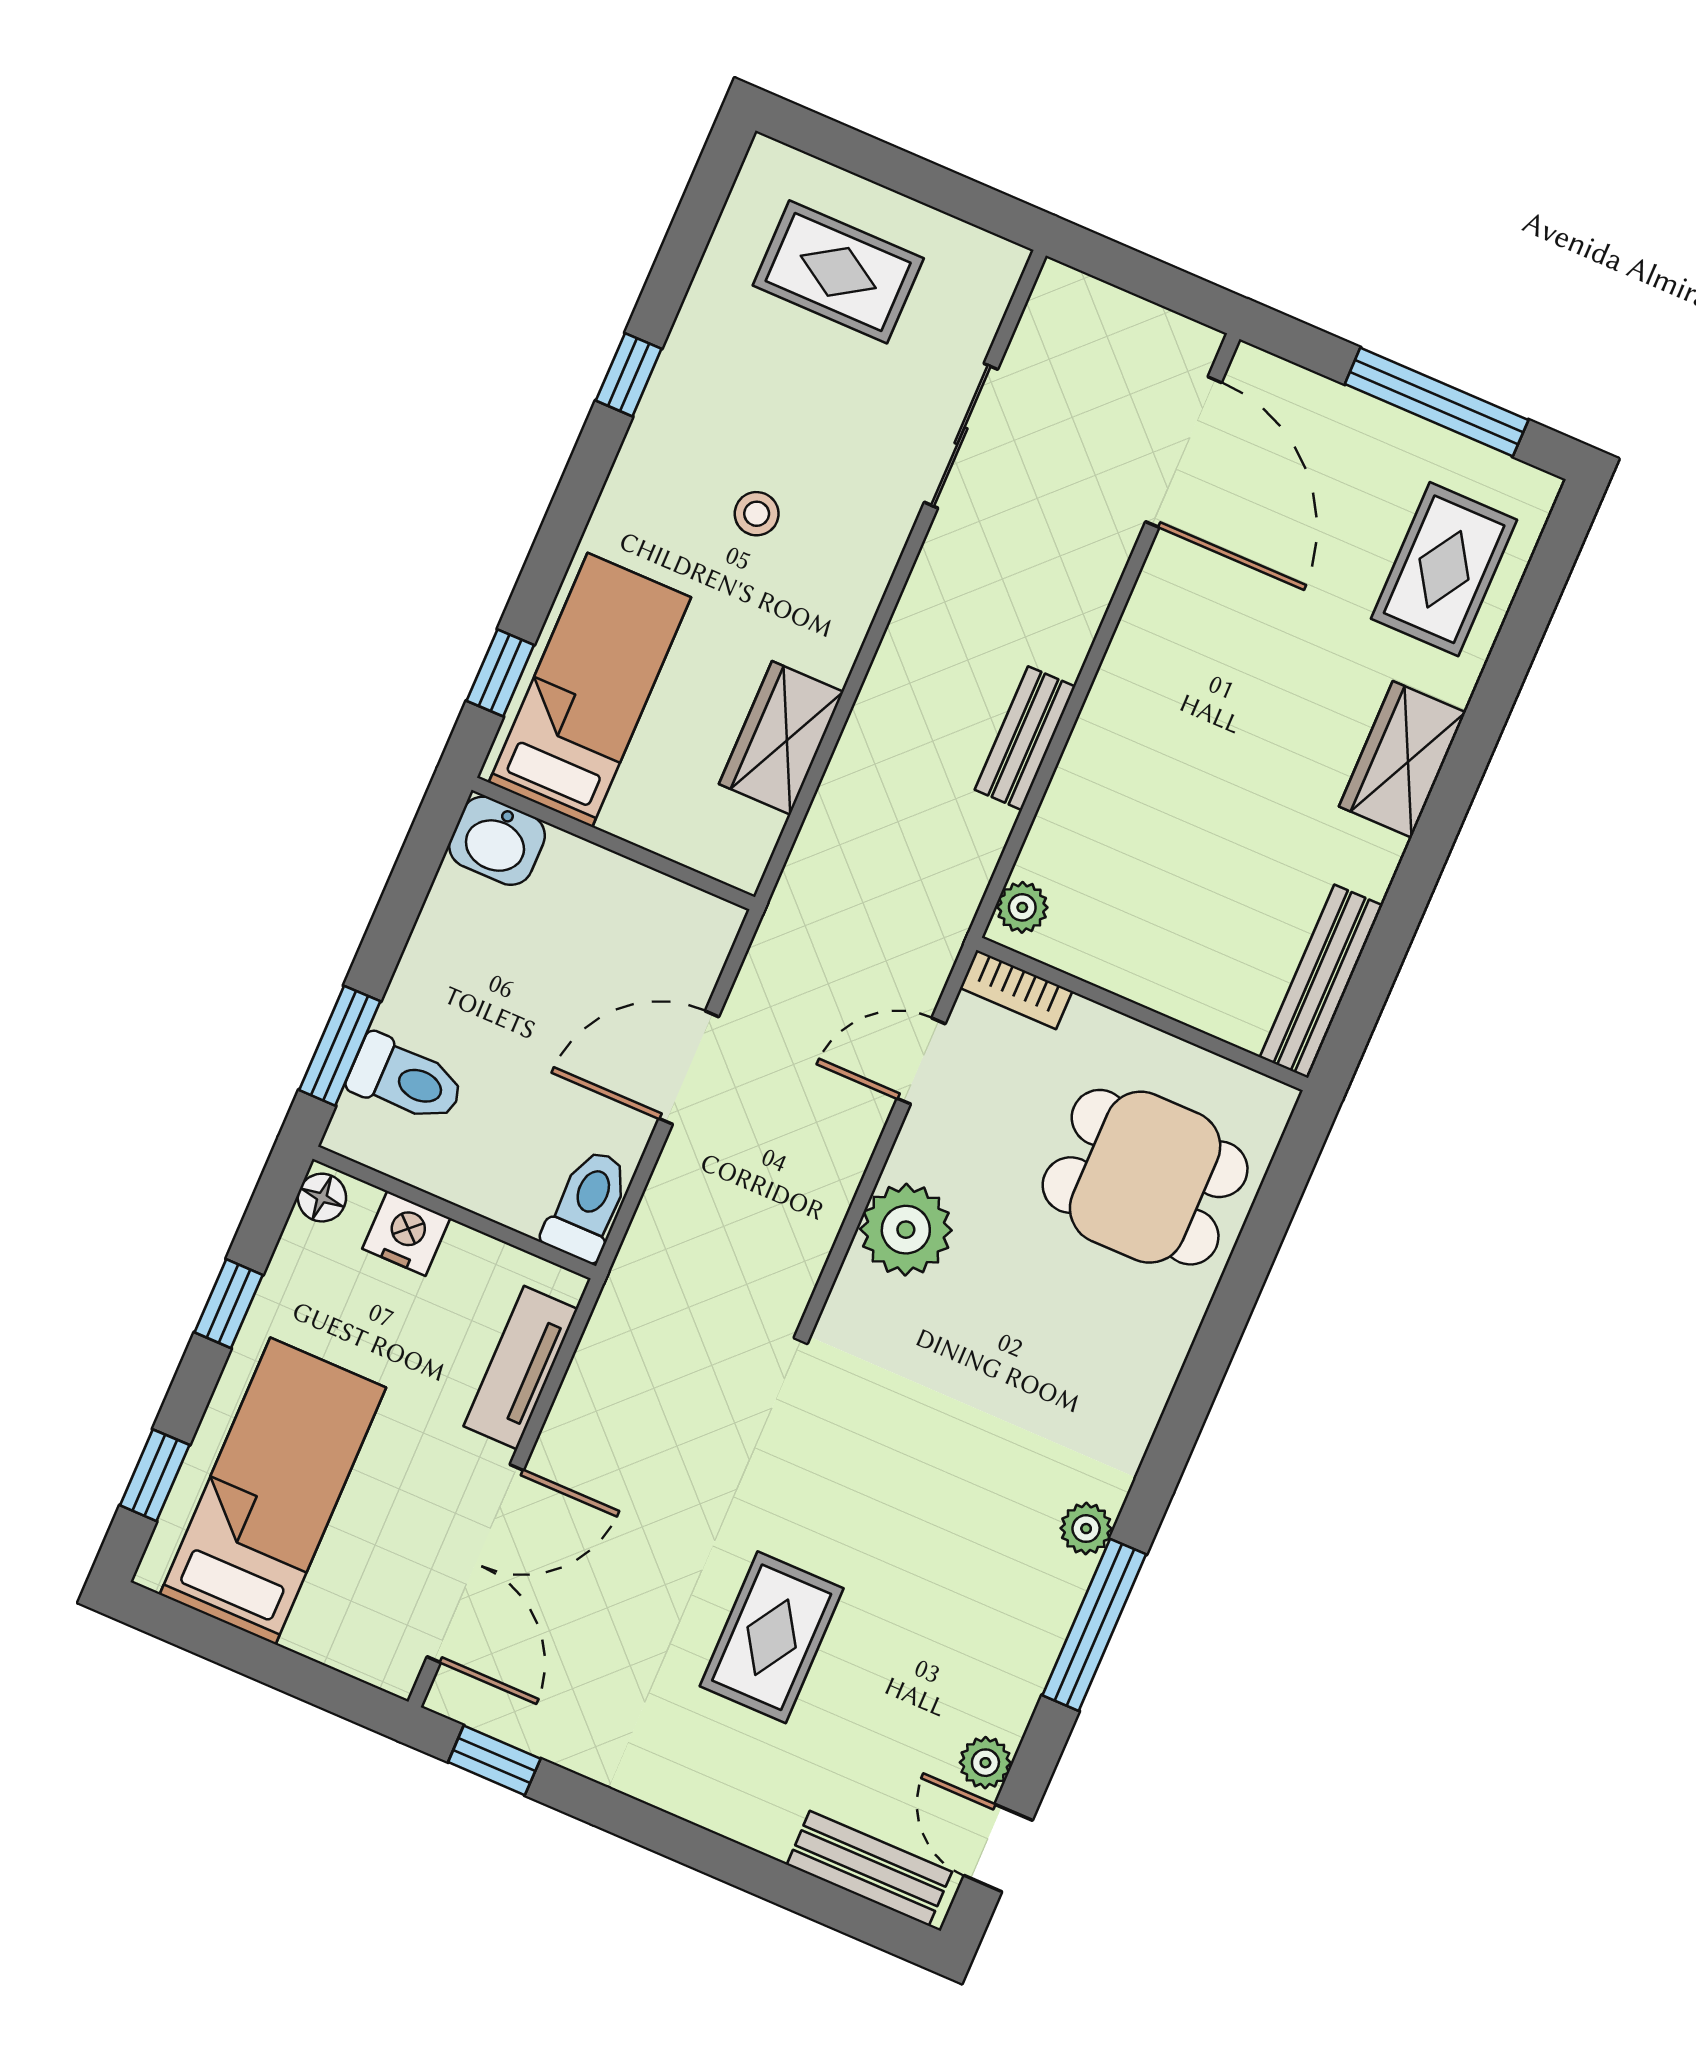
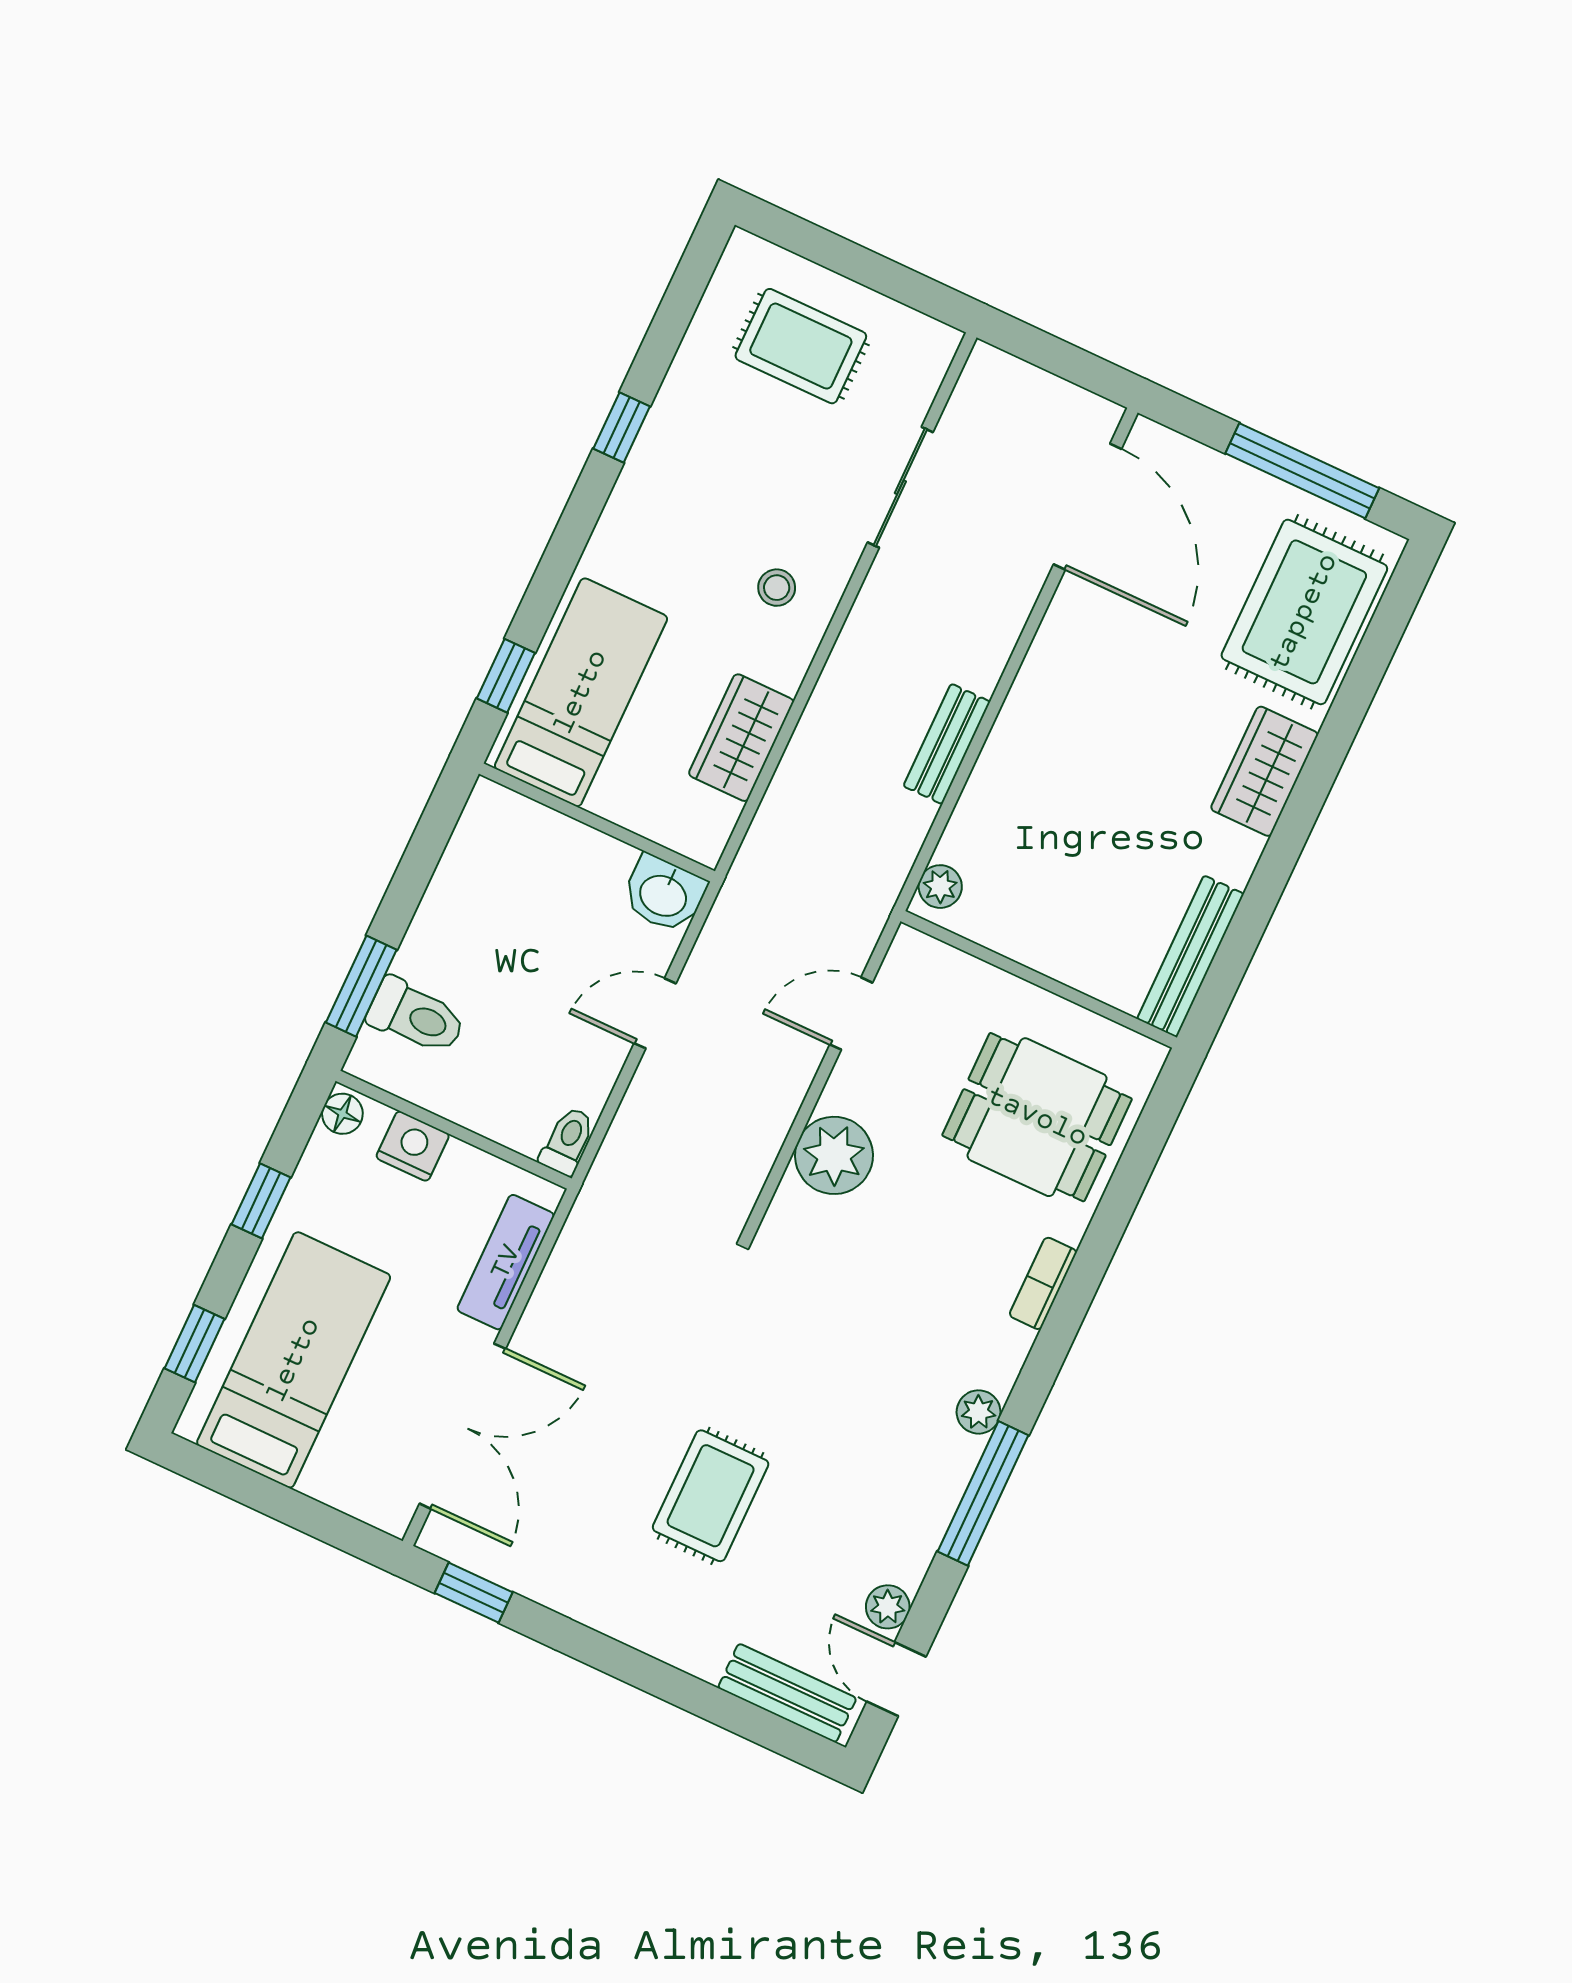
stool: (757, 514) -> (777, 588), moved
rug: (1444, 569) -> (1304, 612), width x1.36, depth x1.43
washbasin: (497, 841) -> (664, 894), moved
bookcase: (1016, 990) -> (1043, 1283), moved, turned 90
door: (689, 1068) -> (655, 1013), width x0.73
toilet: (587, 1205) -> (568, 1141), width x0.73, depth x0.72

